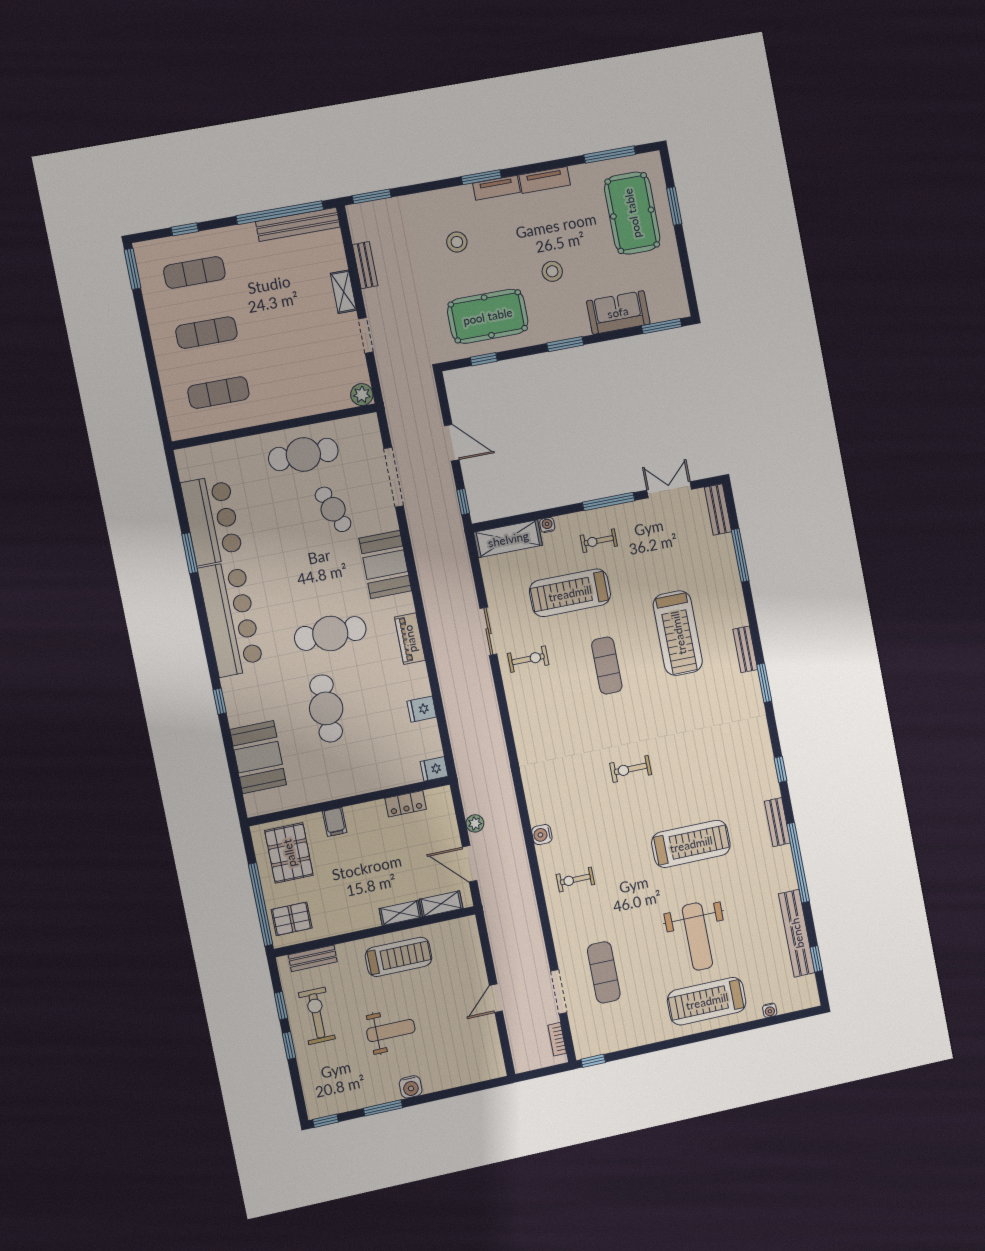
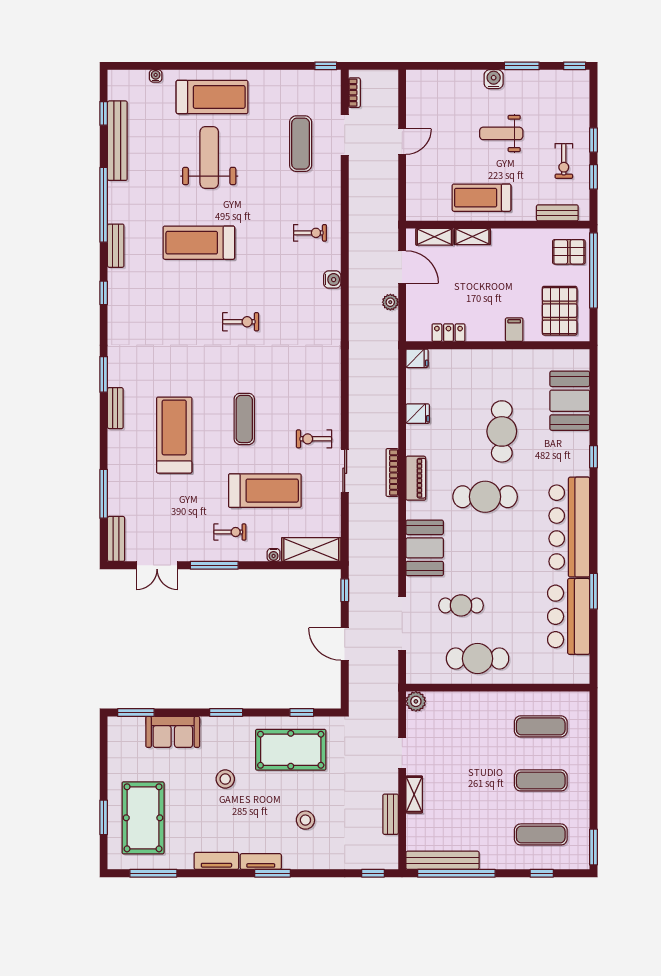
window: (372, 196) -> (373, 873), width x0.67
cafe table: (333, 509) -> (461, 605), turned -68
bookcase: (437, 640) -> (392, 473), added
exercise bike: (317, 1016) -> (564, 161), width x0.73, depth x0.72

